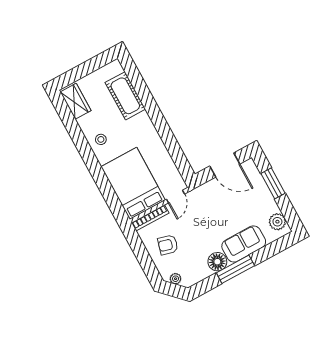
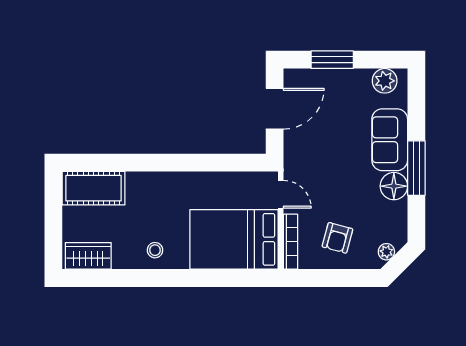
cot: (125, 96) -> (94, 188), moved

